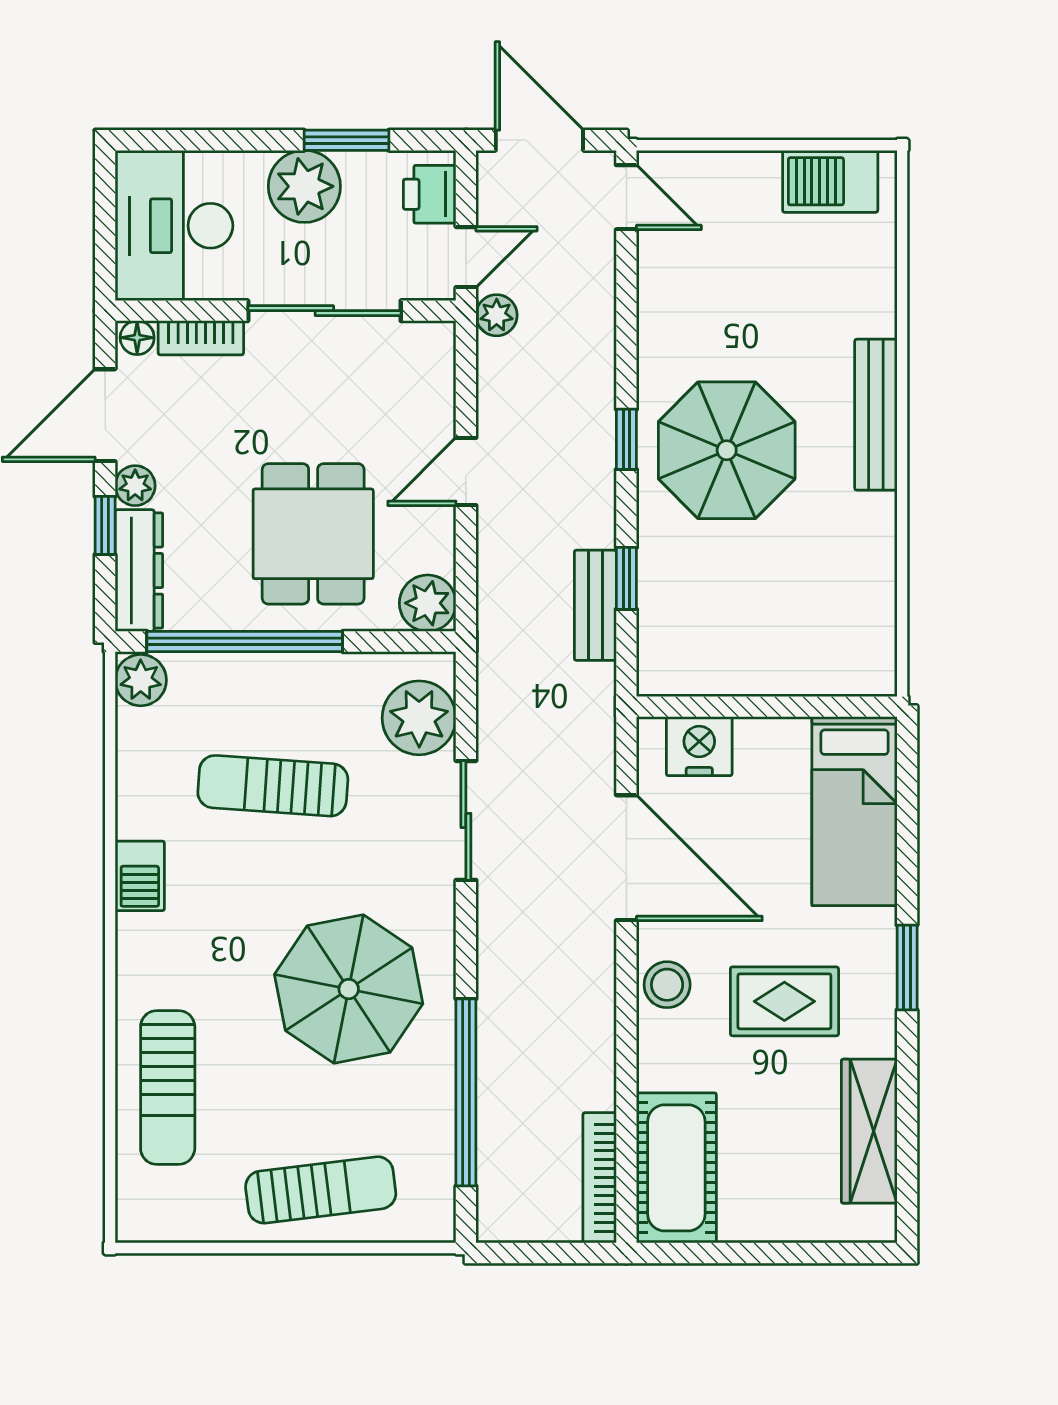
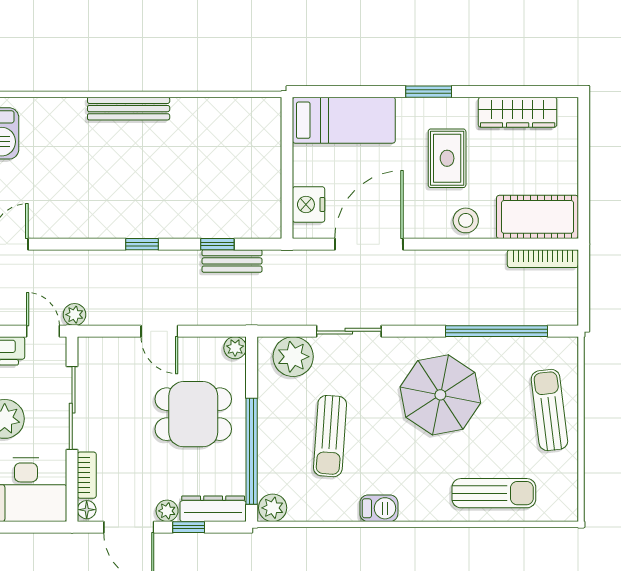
parasol: (727, 450) -> (148, 190), removed
plant: (428, 603) -> (235, 348), width x0.73, depth x0.73
stool: (667, 985) -> (466, 220), moved

